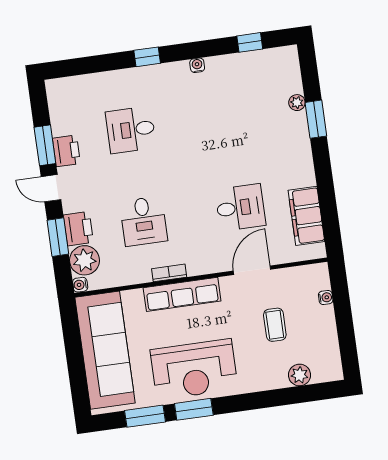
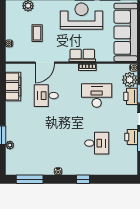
window: (250, 42) -> (30, 179), width x2.17
desk: (144, 221) -> (97, 96), width x1.37
row of seats: (182, 294) -> (82, 55), width x0.68

